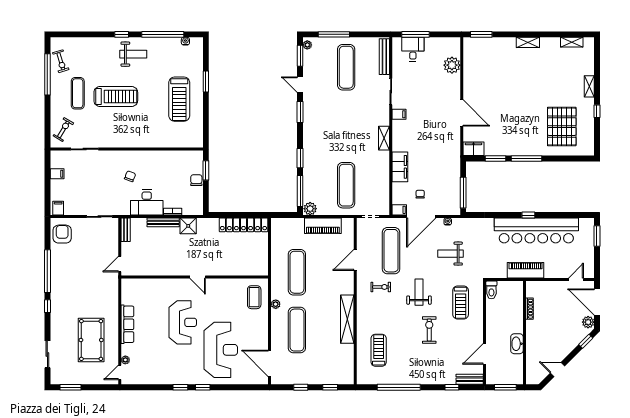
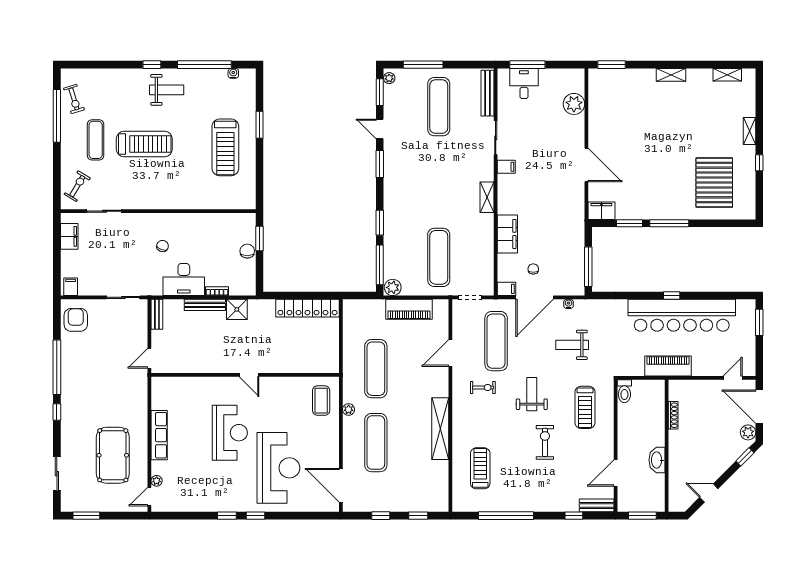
filing cabinet: (57, 174) -> (69, 236), width x2.00

